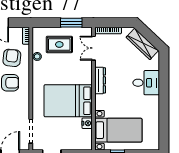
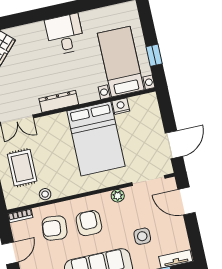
desk: (146, 83) -> (65, 34), moved
plant: (25, 107) -> (118, 196), added

